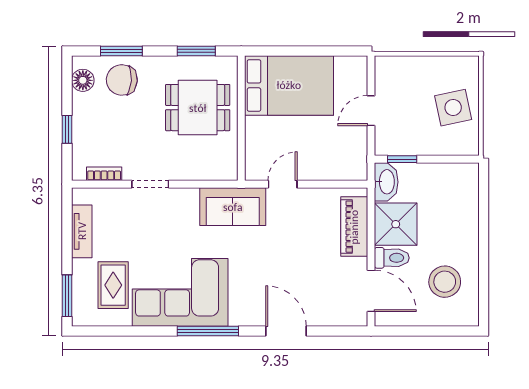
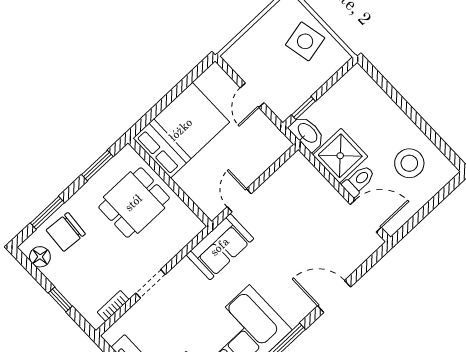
piano: (354, 227) -> (314, 183), removed

